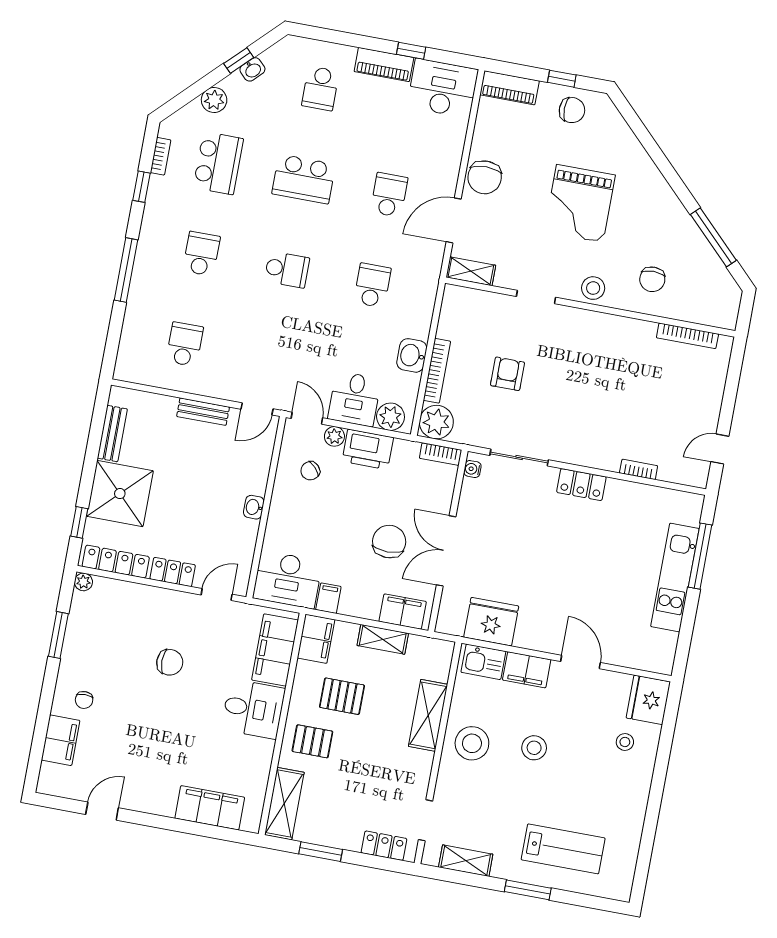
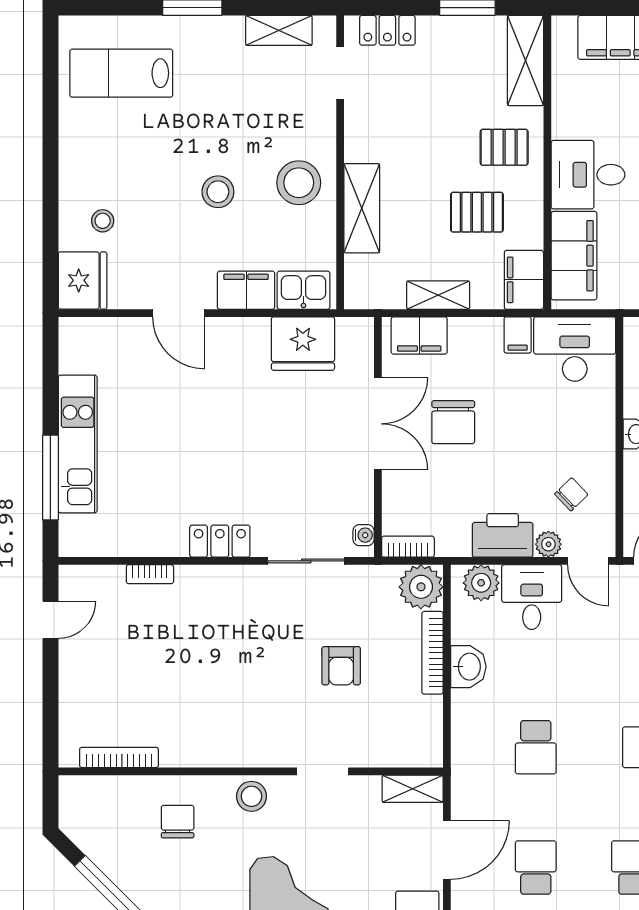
school desk: (389, 195) -> (536, 868), turned 180
lab bench: (563, 849) -> (121, 73), moved

